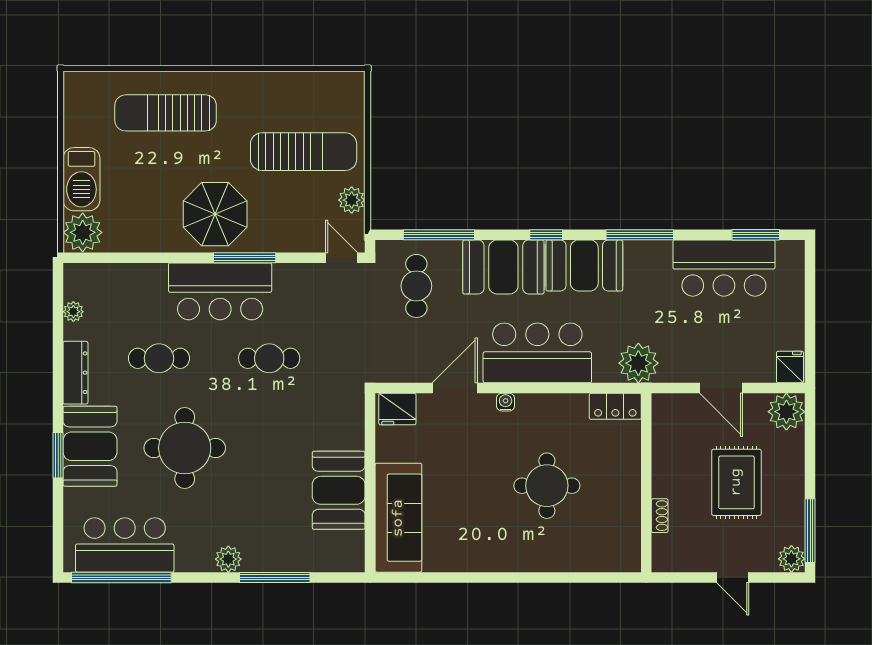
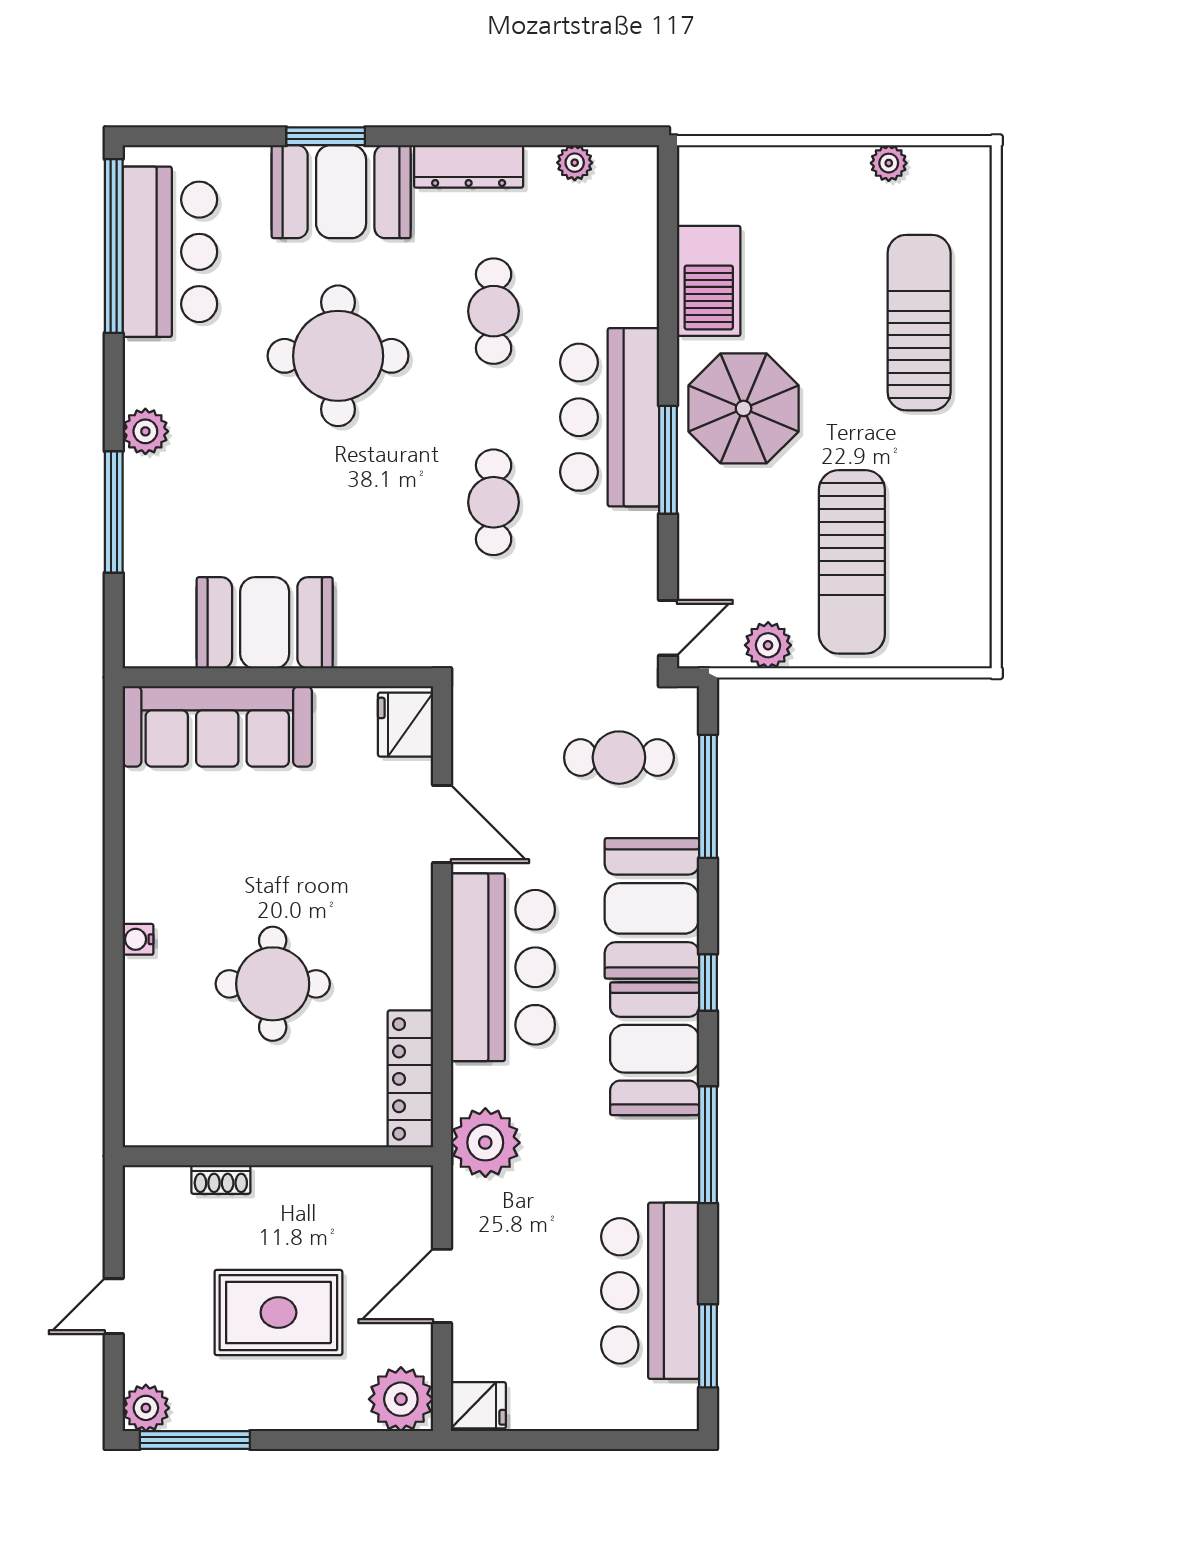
barbecue: (81, 179) -> (709, 281), moved, turned -90
plant: (83, 232) -> (889, 163), moved, width x0.53, depth x0.53
water cooler: (506, 402) -> (138, 939), moved, turned 180
locker: (615, 406) -> (410, 1079), width x1.53

